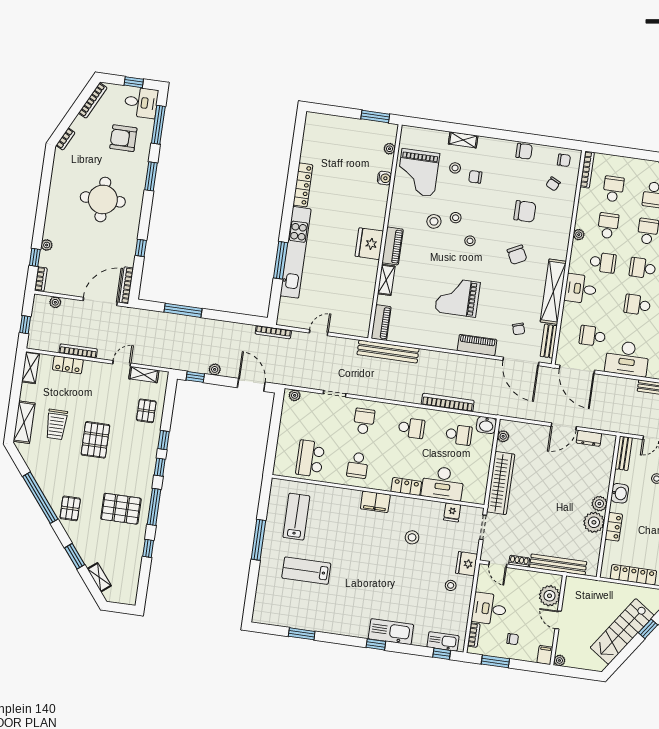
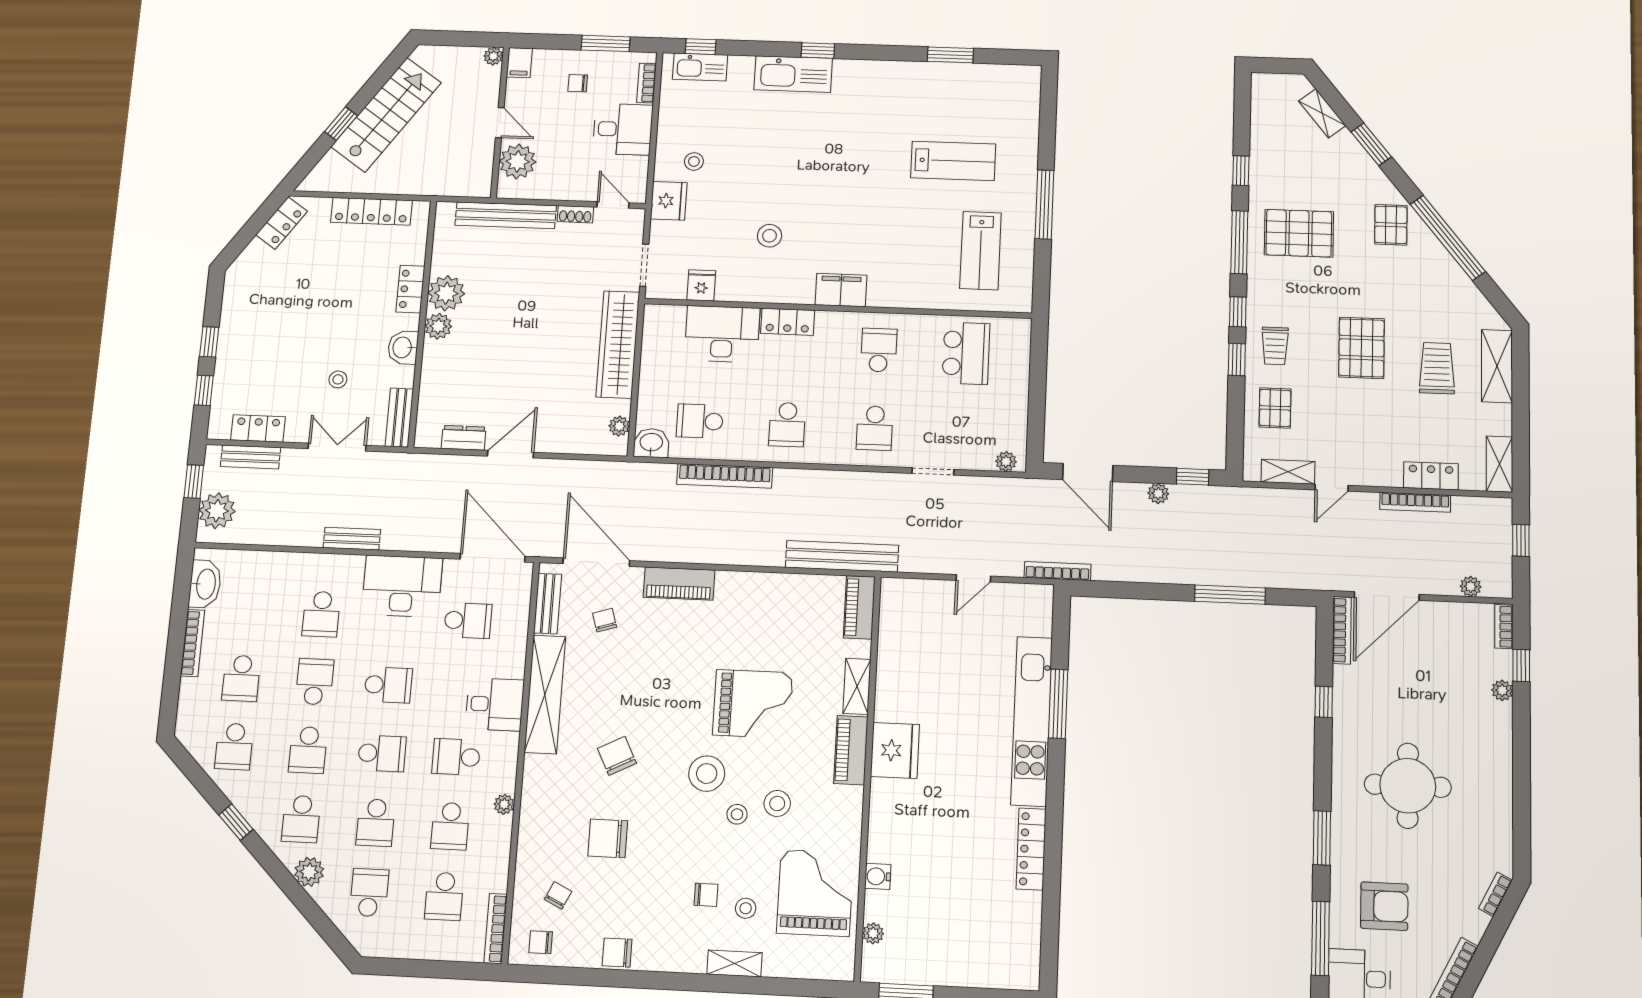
stool: (470, 241) -> (707, 774), width x1.89, depth x1.89
grand piano: (457, 297) -> (753, 704), moved
school desk: (411, 428) -> (787, 425), turned -90
trolley: (142, 446) -> (1275, 346), added

